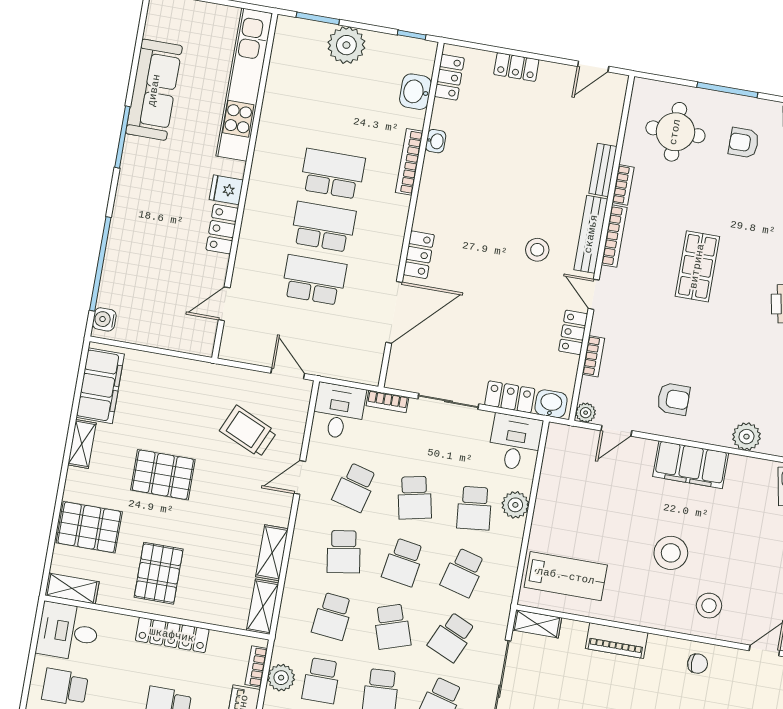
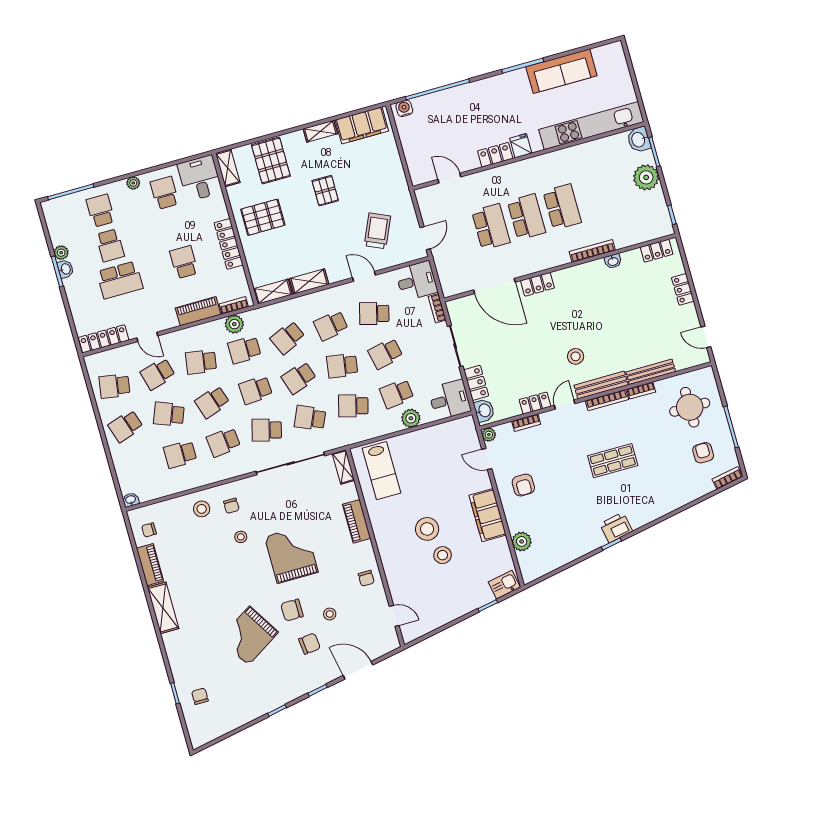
washbasin: (415, 92) -> (639, 140), moved, turned -90
bench: (603, 170) -> (651, 372), width x1.36
pallet: (163, 475) -> (325, 191), width x0.67, depth x0.71
stool: (709, 606) -> (443, 555), moved
school desk: (332, 616) -> (288, 338), turned -30

